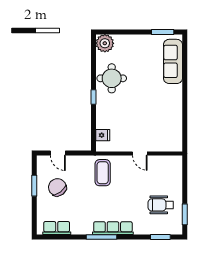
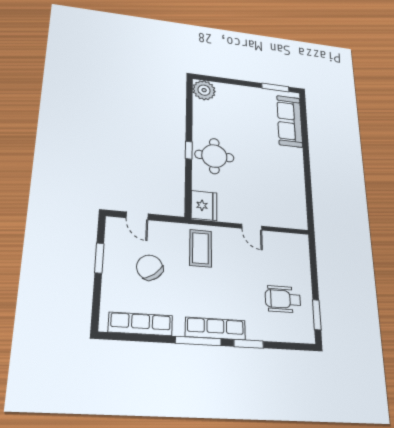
round table: (112, 78) -> (214, 156), moved
fridge: (103, 135) -> (204, 206), width x1.88, depth x1.34
chair: (57, 187) -> (150, 267), moved
row of seats: (57, 228) -> (141, 324), width x1.48
window: (160, 237) -> (249, 344), moved

